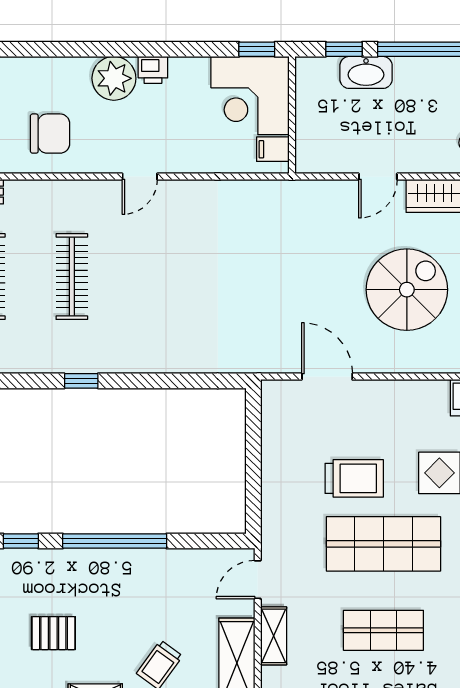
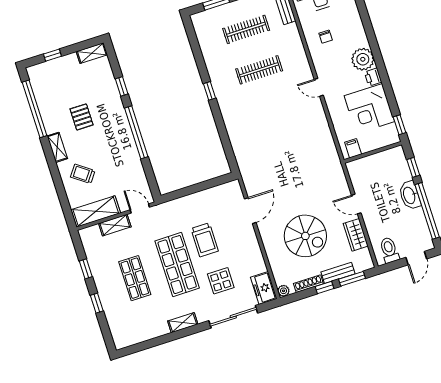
washbasin: (366, 72) -> (410, 195), moved
corner desk: (250, 96) -> (369, 109), moved, turned -90
chair: (50, 134) -> (326, 37), width x0.54, depth x0.54

